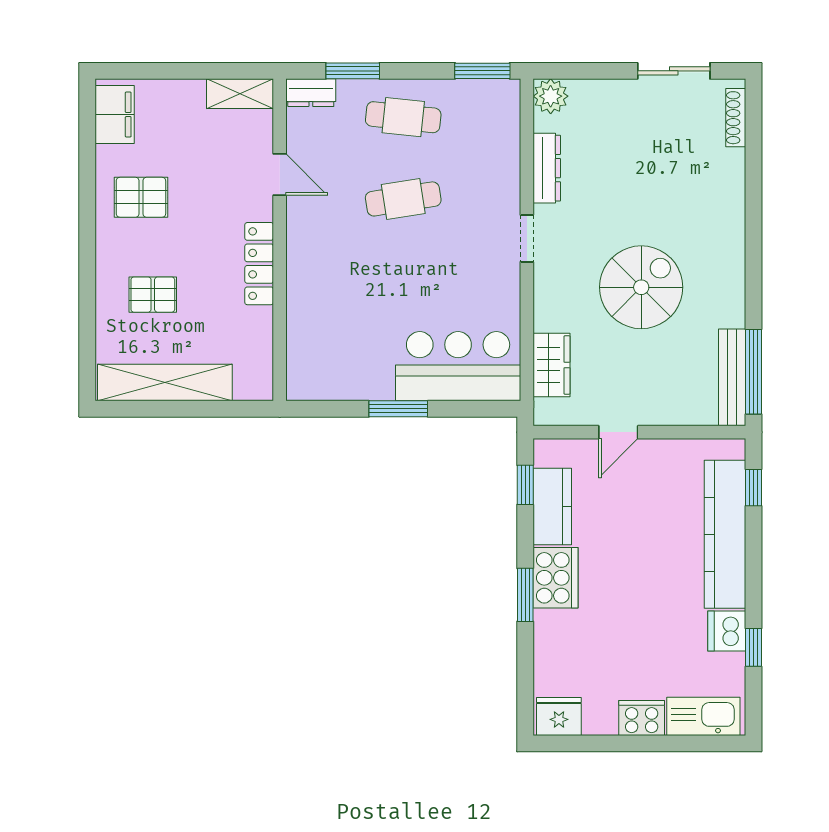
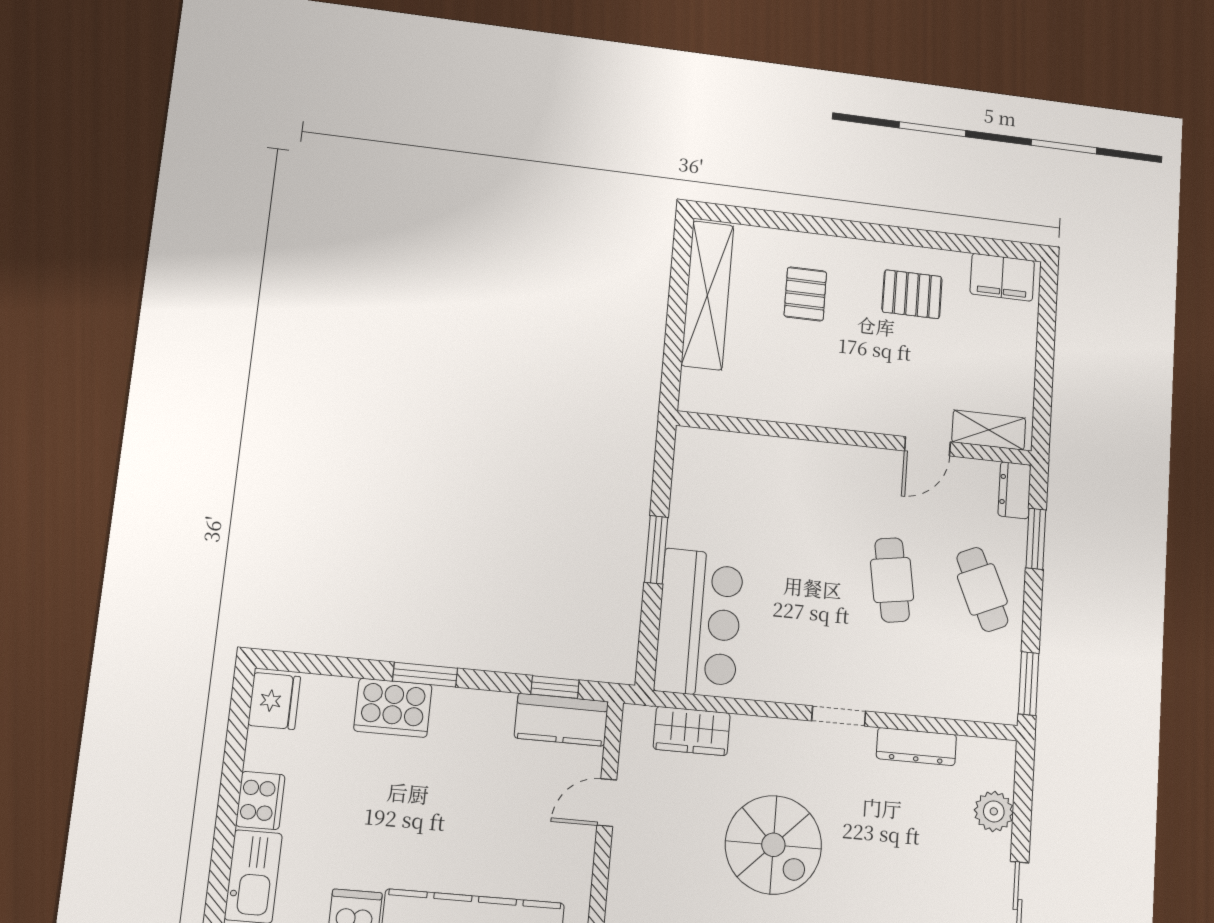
shelving: (240, 94) -> (989, 430), moved, turned 90
plant: (551, 96) -> (994, 811), moved
cafe table: (403, 117) -> (982, 589), turned -30
pallet: (141, 197) -> (912, 294), turned 90
locker: (259, 264) -> (831, 413), removed
door: (618, 432) -> (607, 803), hinge flipped
kitchen counter: (552, 506) -> (561, 720), moved
cooker: (555, 578) -> (393, 708), moved

